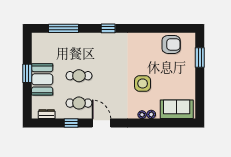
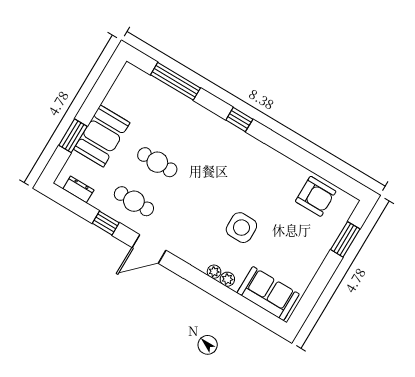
window: (27, 73) -> (73, 136), moved
door: (101, 123) -> (149, 249), swing flipped

